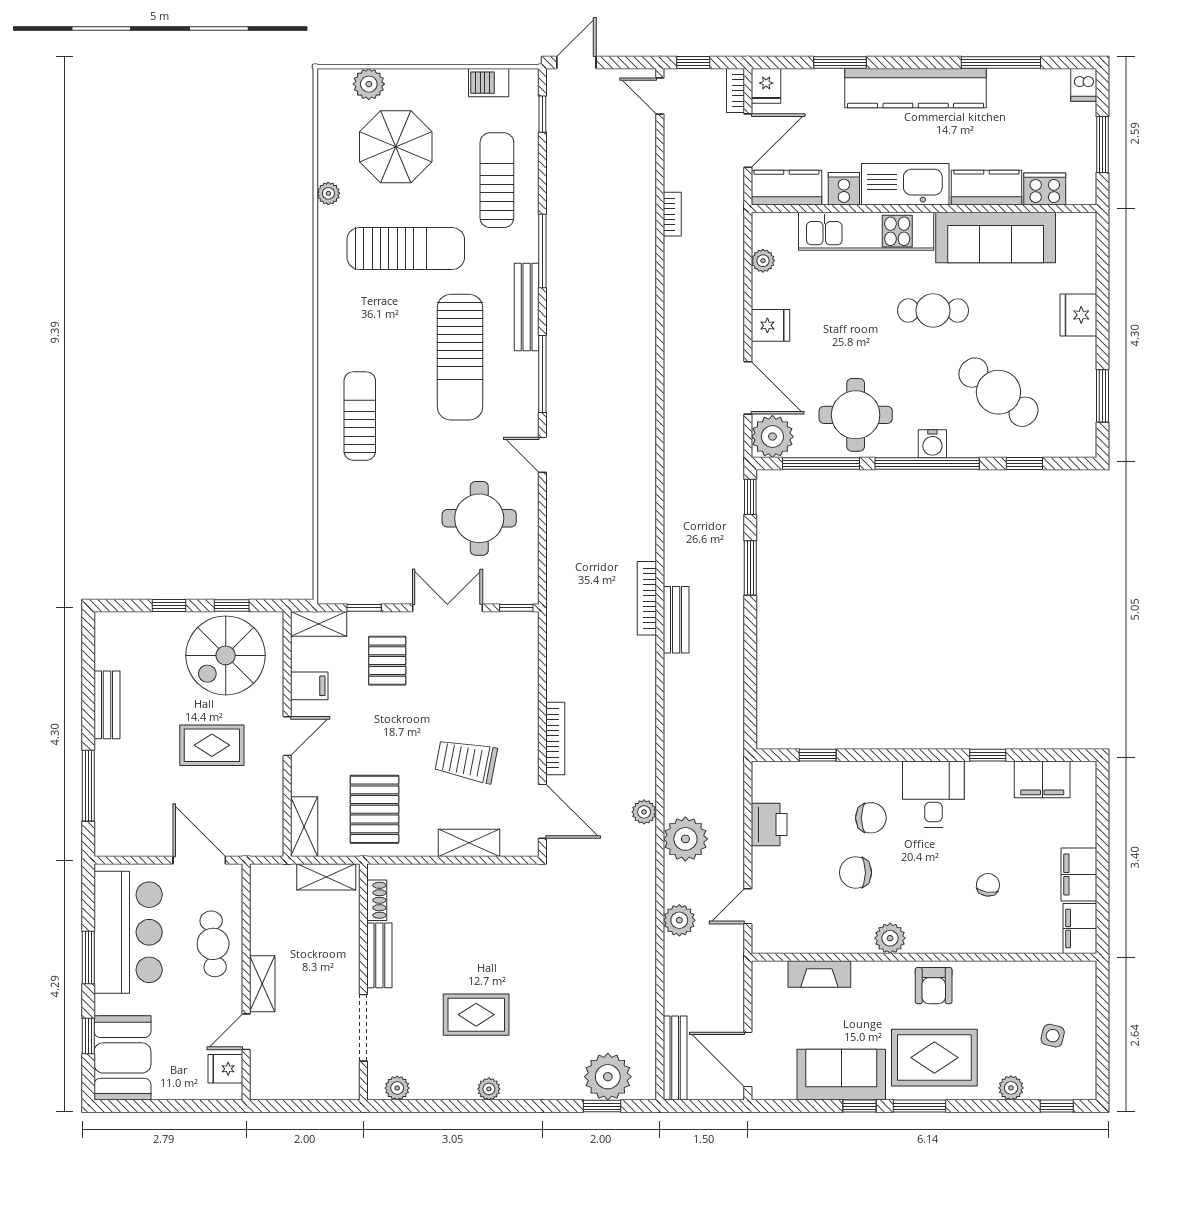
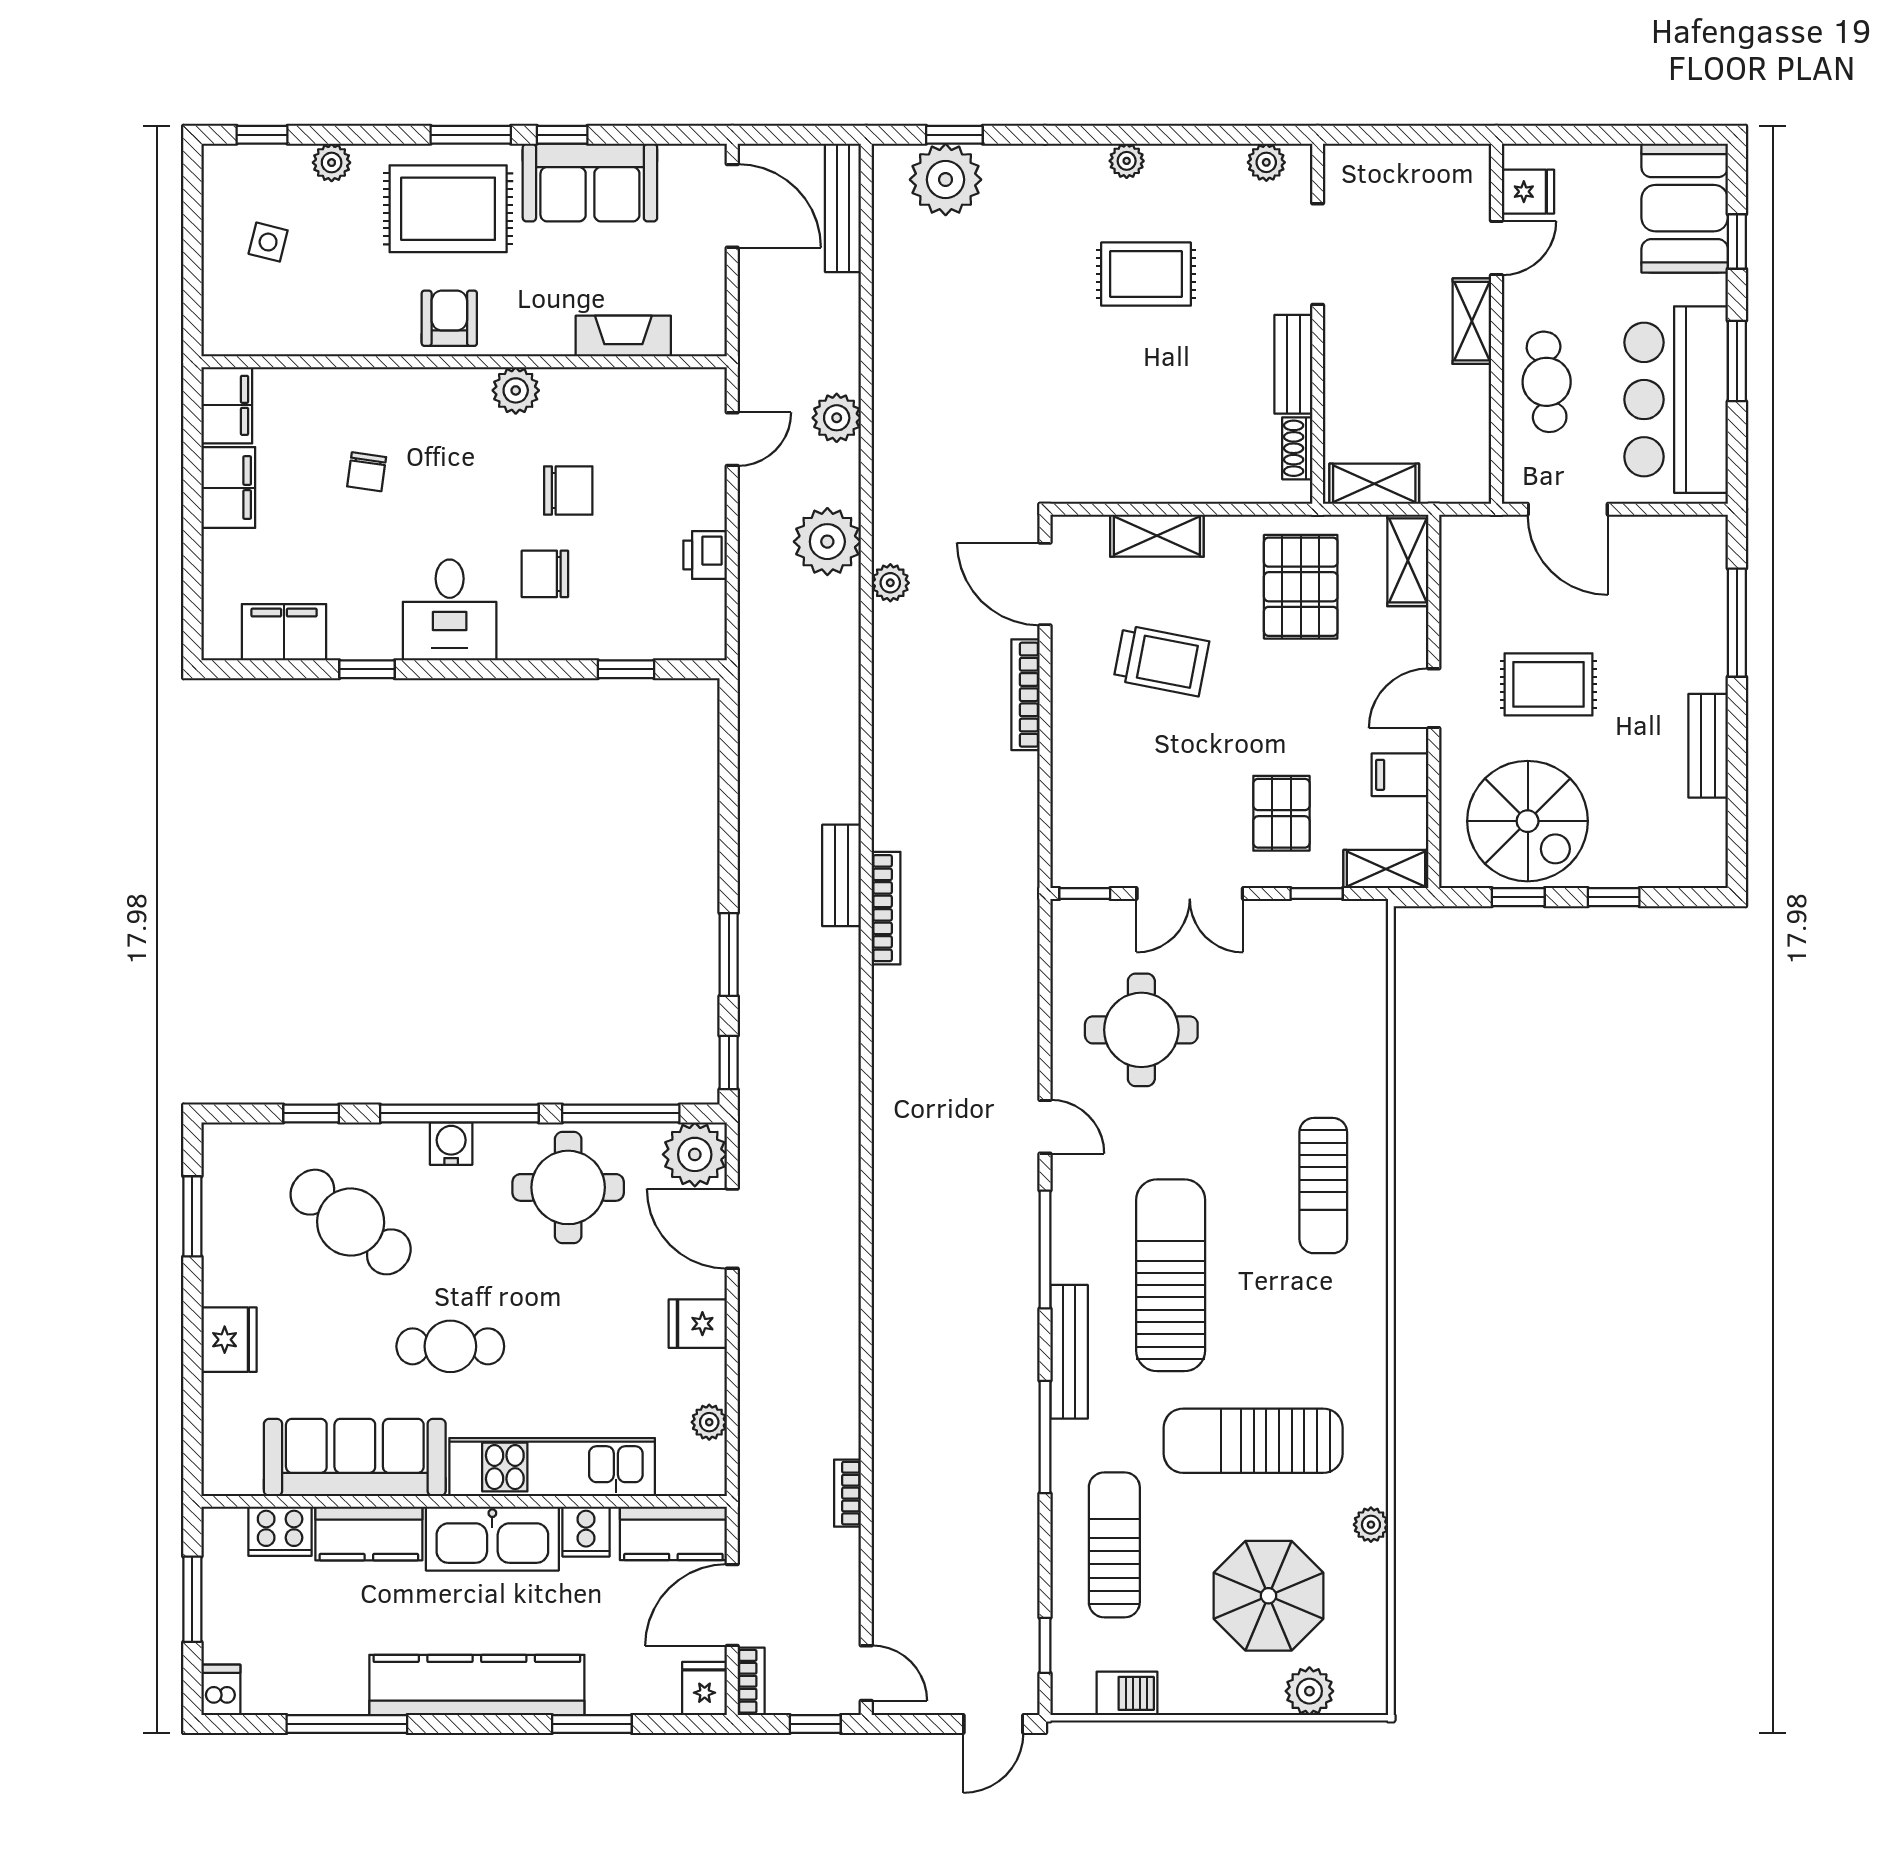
sun lounger: (497, 180) -> (1114, 1545), turned 180
spiral stairs: (226, 655) -> (1528, 821), turned 90
printer: (769, 824) -> (705, 555), width x0.73, depth x0.81

